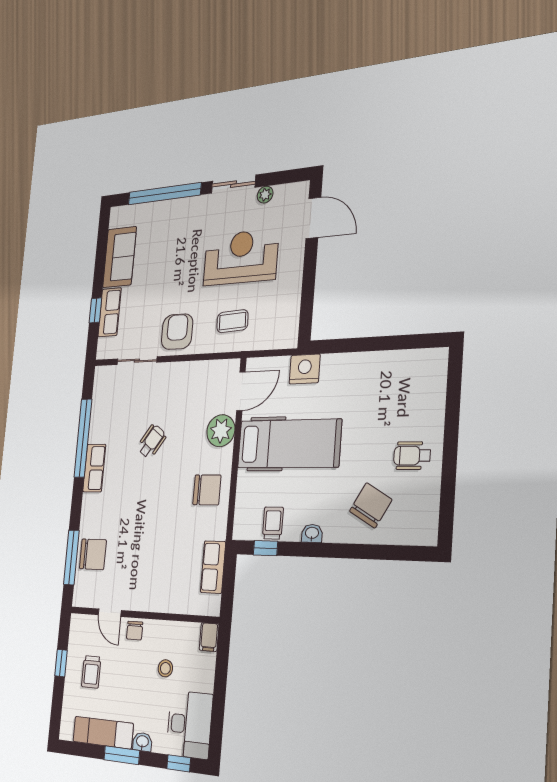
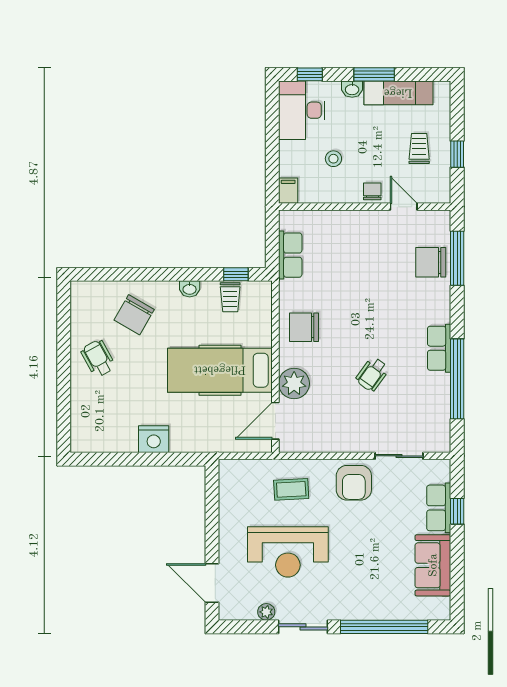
nightstand: (305, 369) -> (154, 439), moved
wheelchair: (412, 456) -> (98, 358), turned -119

